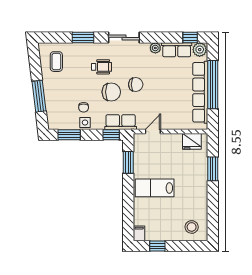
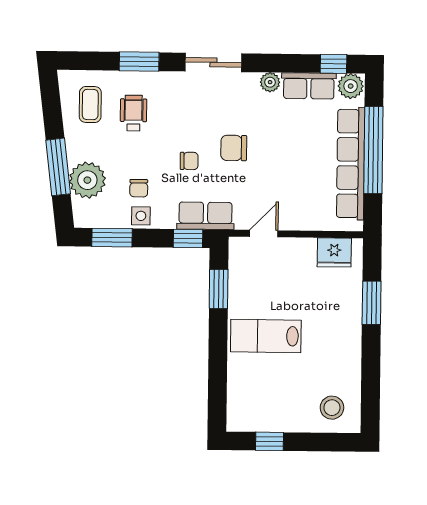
wheelchair: (102, 67) -> (133, 113), moved, turned -90
chair: (136, 85) -> (234, 148), turned 180
chair: (111, 92) -> (189, 161), width x0.54, depth x0.54
plant: (55, 103) -> (87, 180), added
filing cabinet: (139, 233) -> (236, 418), removed

